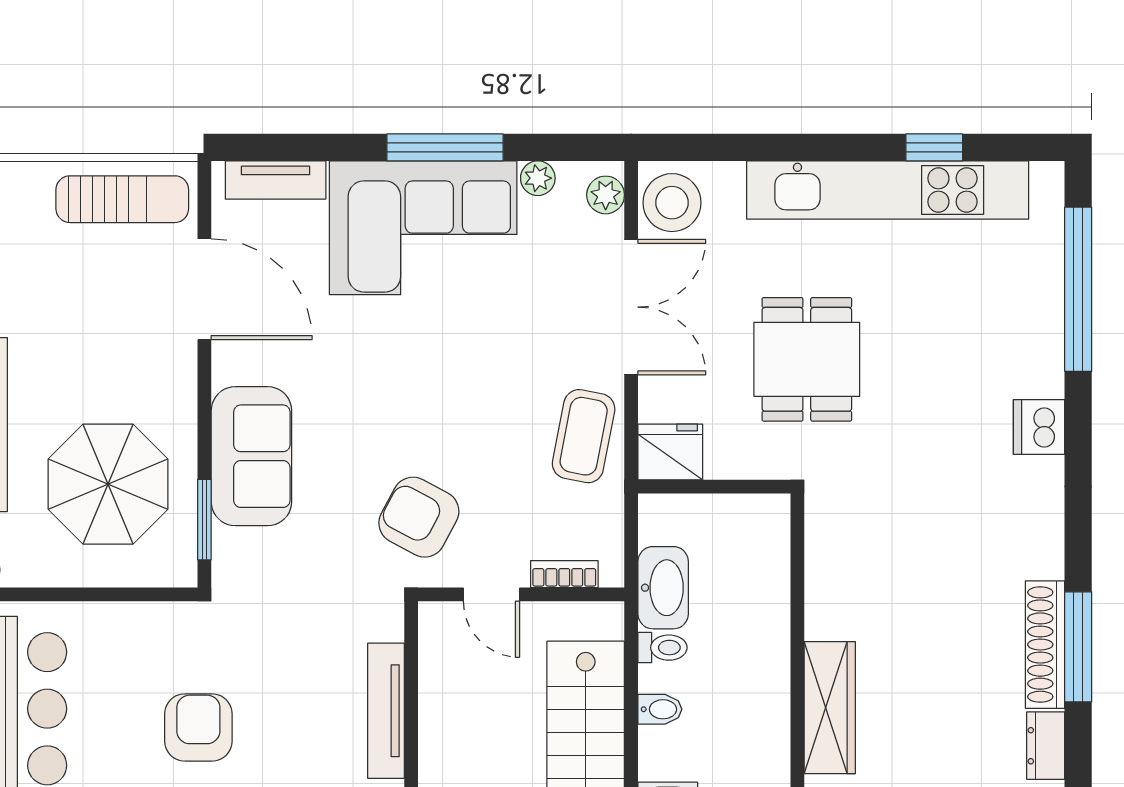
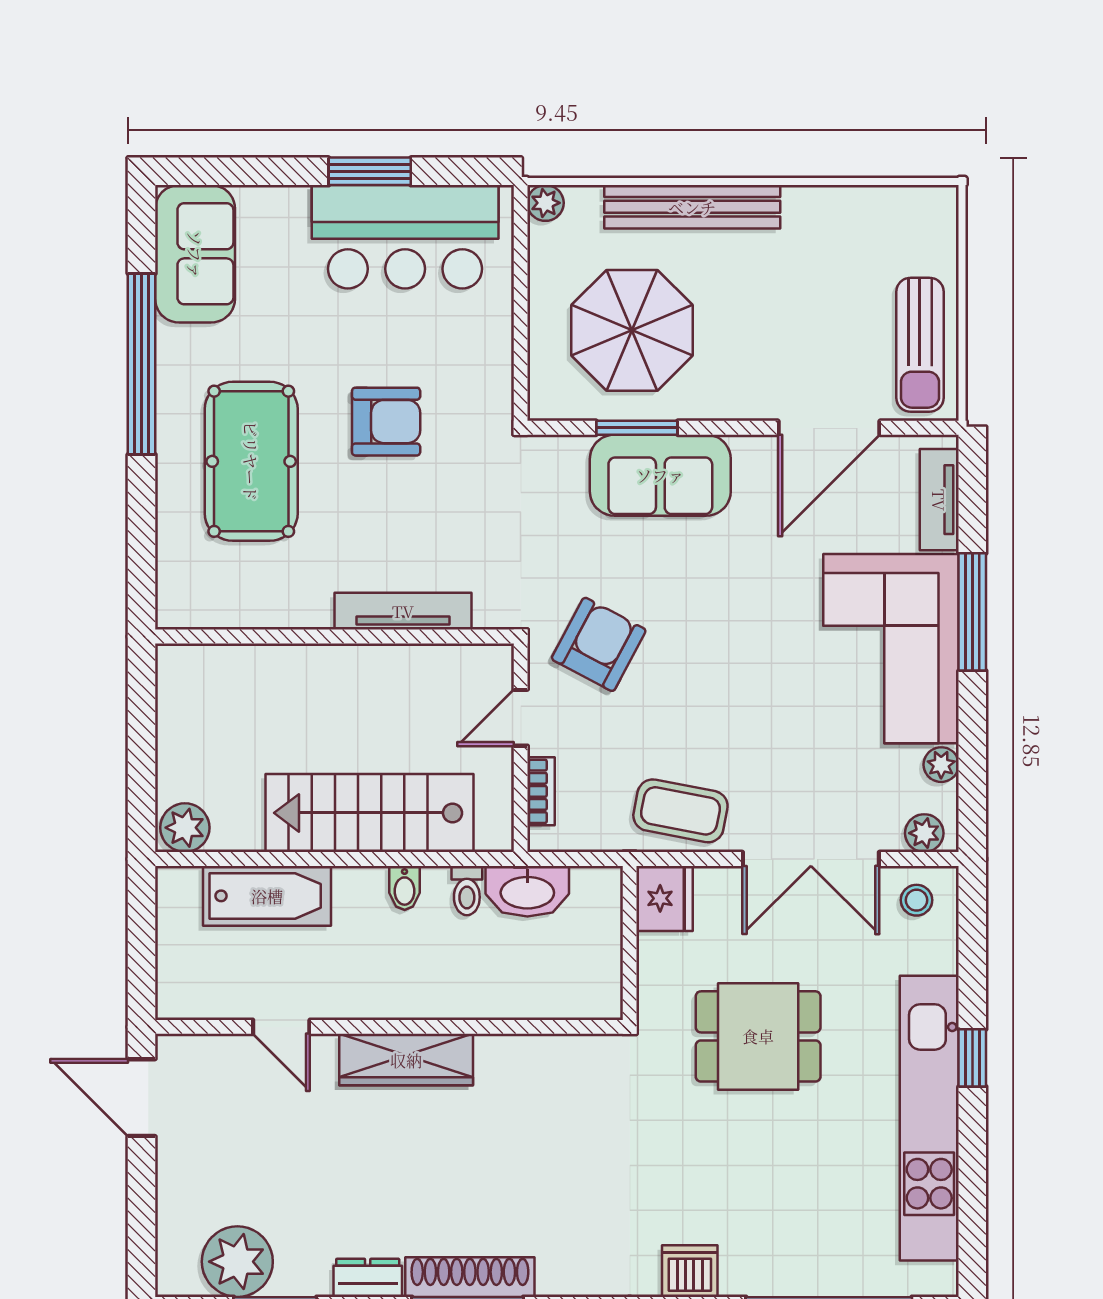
window: (445, 147) -> (972, 612), moved
window: (934, 147) -> (972, 1058), moved
stool: (672, 203) -> (916, 900), width x0.53, depth x0.53
window: (204, 520) -> (637, 428), moved

